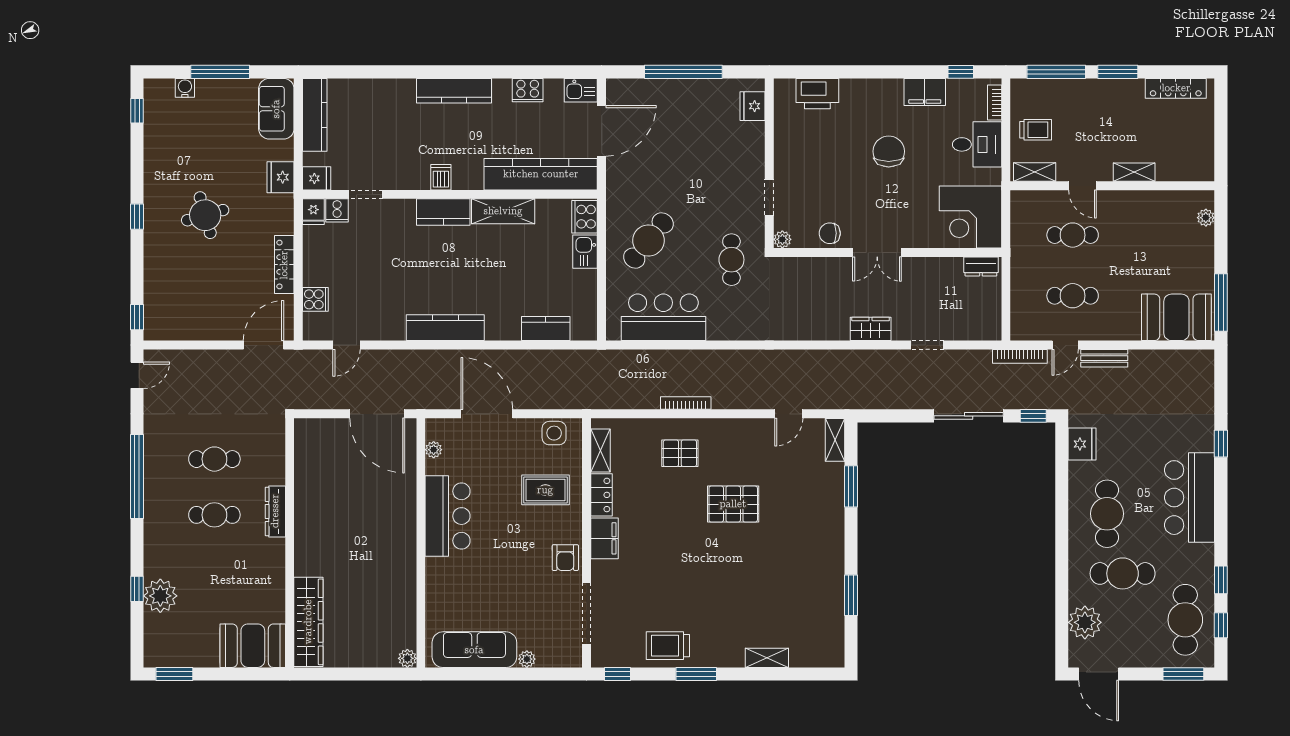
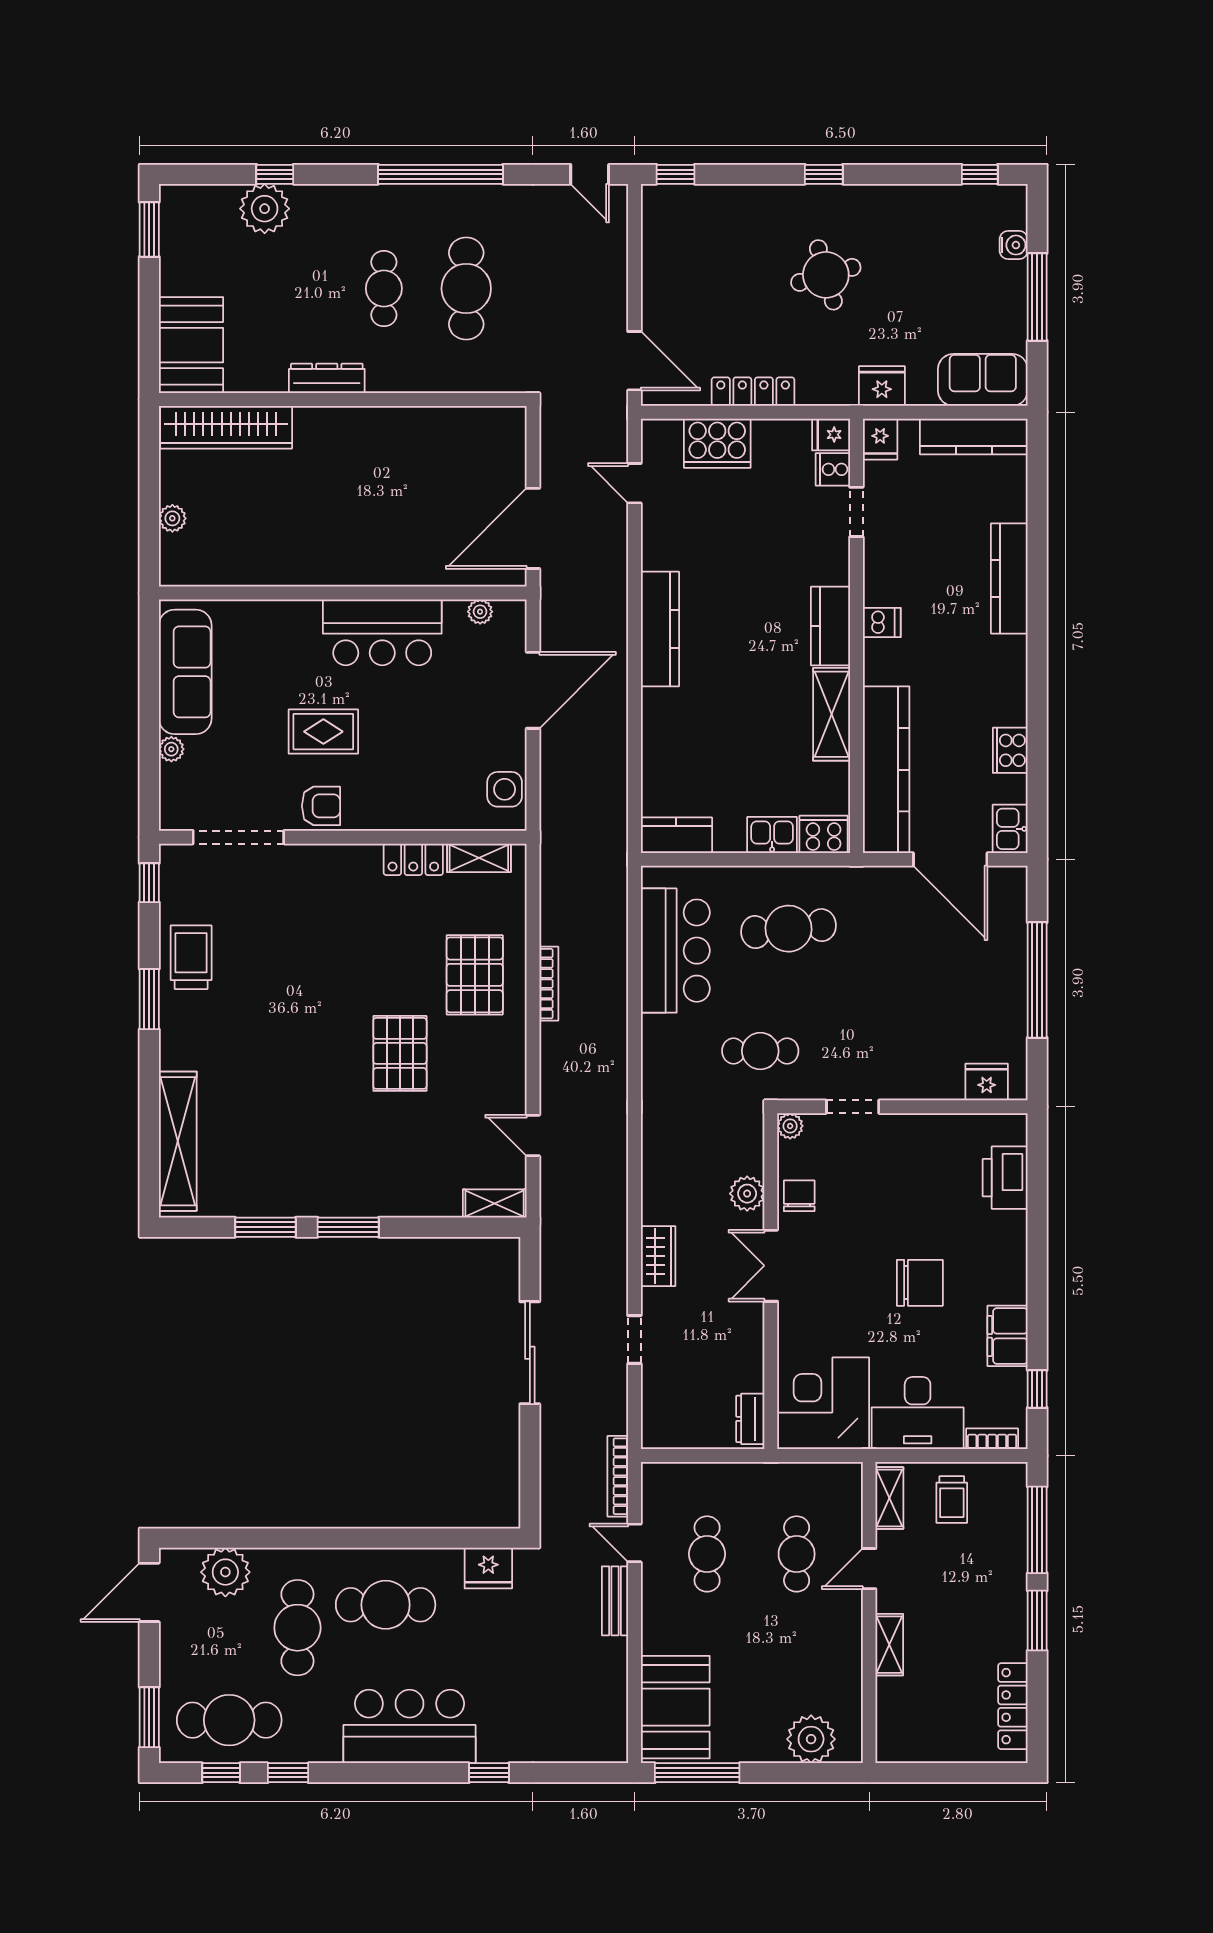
kitchen counter: (454, 91) -> (1009, 578), moved
desk: (977, 144) -> (918, 1413), width x1.37
plant: (1206, 218) -> (811, 1739), width x1.88, depth x1.88
cafe table: (648, 240) -> (789, 929), turned -45
plant: (828, 269) -> (747, 1194), added
cooker: (315, 299) -> (717, 443), width x1.87, depth x1.31
kitchen counter: (546, 329) -> (676, 835), moved, turned -90
sliding door: (969, 416) -> (530, 1353), moved
window: (1033, 416) -> (530, 1496), removed
pallet: (680, 453) -> (475, 975), width x1.50, depth x1.42
cafe table: (214, 459) -> (466, 289), width x1.37, depth x1.35
window: (851, 486) -> (348, 1227), moved
rug: (545, 490) -> (323, 732), moved, turned 90
dresser: (275, 511) -> (327, 378), moved
filing cabinet: (604, 538) -> (349, 864), removed
armchair: (565, 558) -> (321, 806), turned 180
plant: (407, 658) -> (172, 518), moved
shelving: (767, 658) -> (178, 1141), width x2.20, depth x1.33

